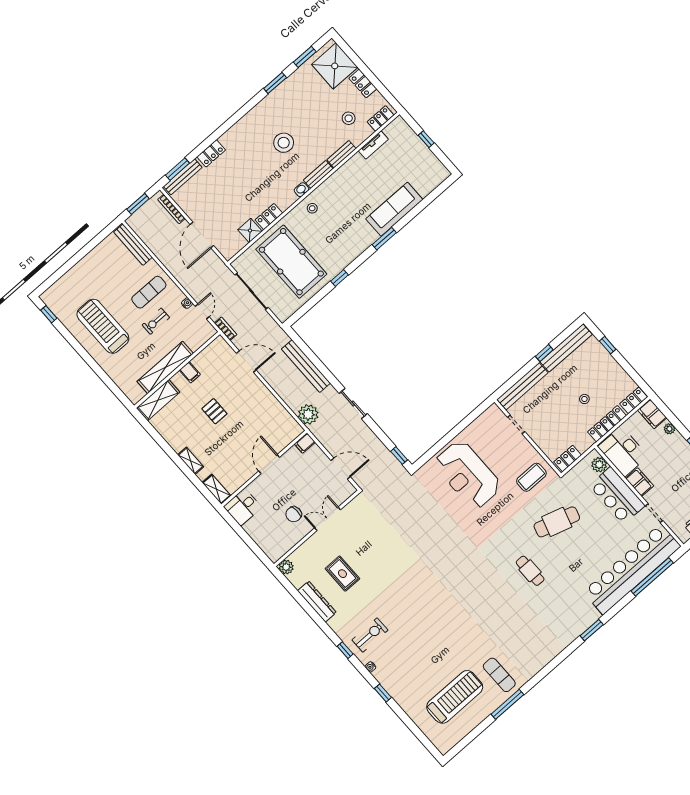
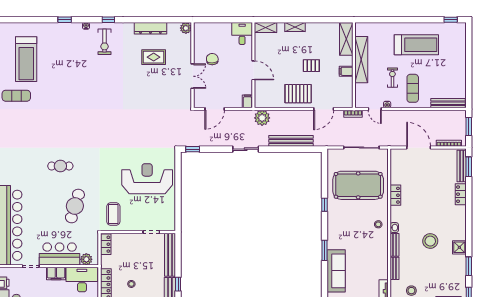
shower: (250, 230) -> (459, 247), moved
pallet: (253, 400) -> (298, 94), added

